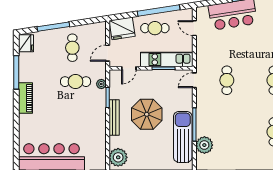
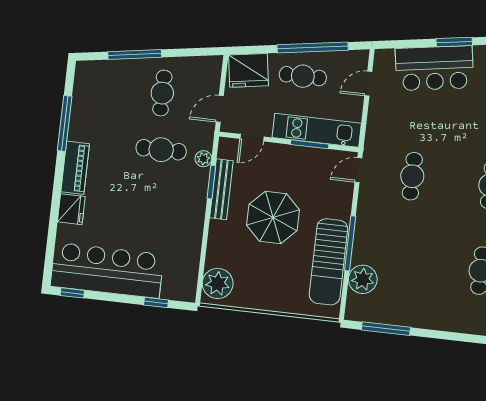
door: (194, 28) -> (368, 84), hinge flipped
fridge: (26, 43) -> (71, 209), moved
bench: (114, 118) -> (221, 189), moved
sun lounger: (183, 137) -> (328, 262), turned 180

